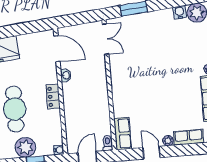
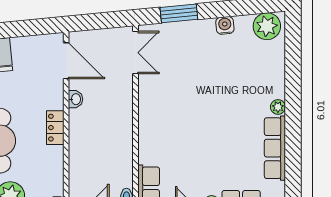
water cooler: (180, 12) -> (225, 25), moved

